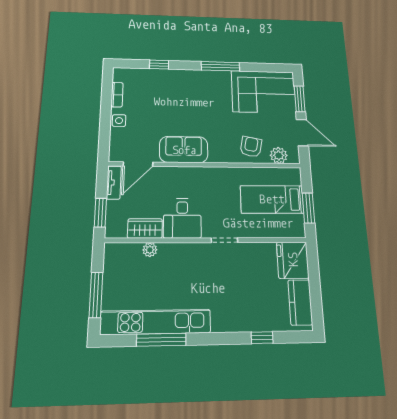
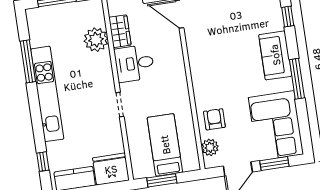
armchair: (251, 147) -> (214, 119), turned -101
sofa: (184, 150) -> (275, 55), moved, turned 180
plant: (150, 250) -> (96, 40), width x1.87, depth x1.87
kitchen unit: (156, 322) -> (47, 94), moved
window: (262, 338) -> (43, 162), moved

